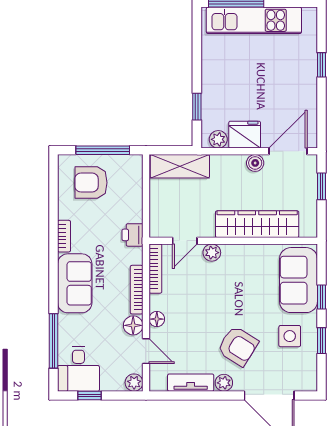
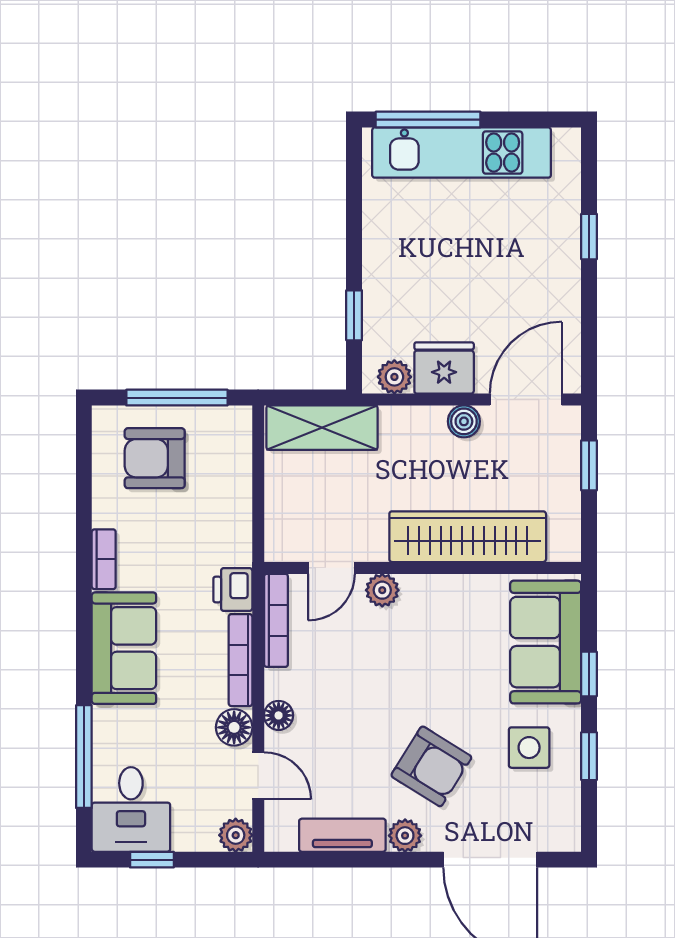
printer: (132, 235) -> (233, 590), moved

